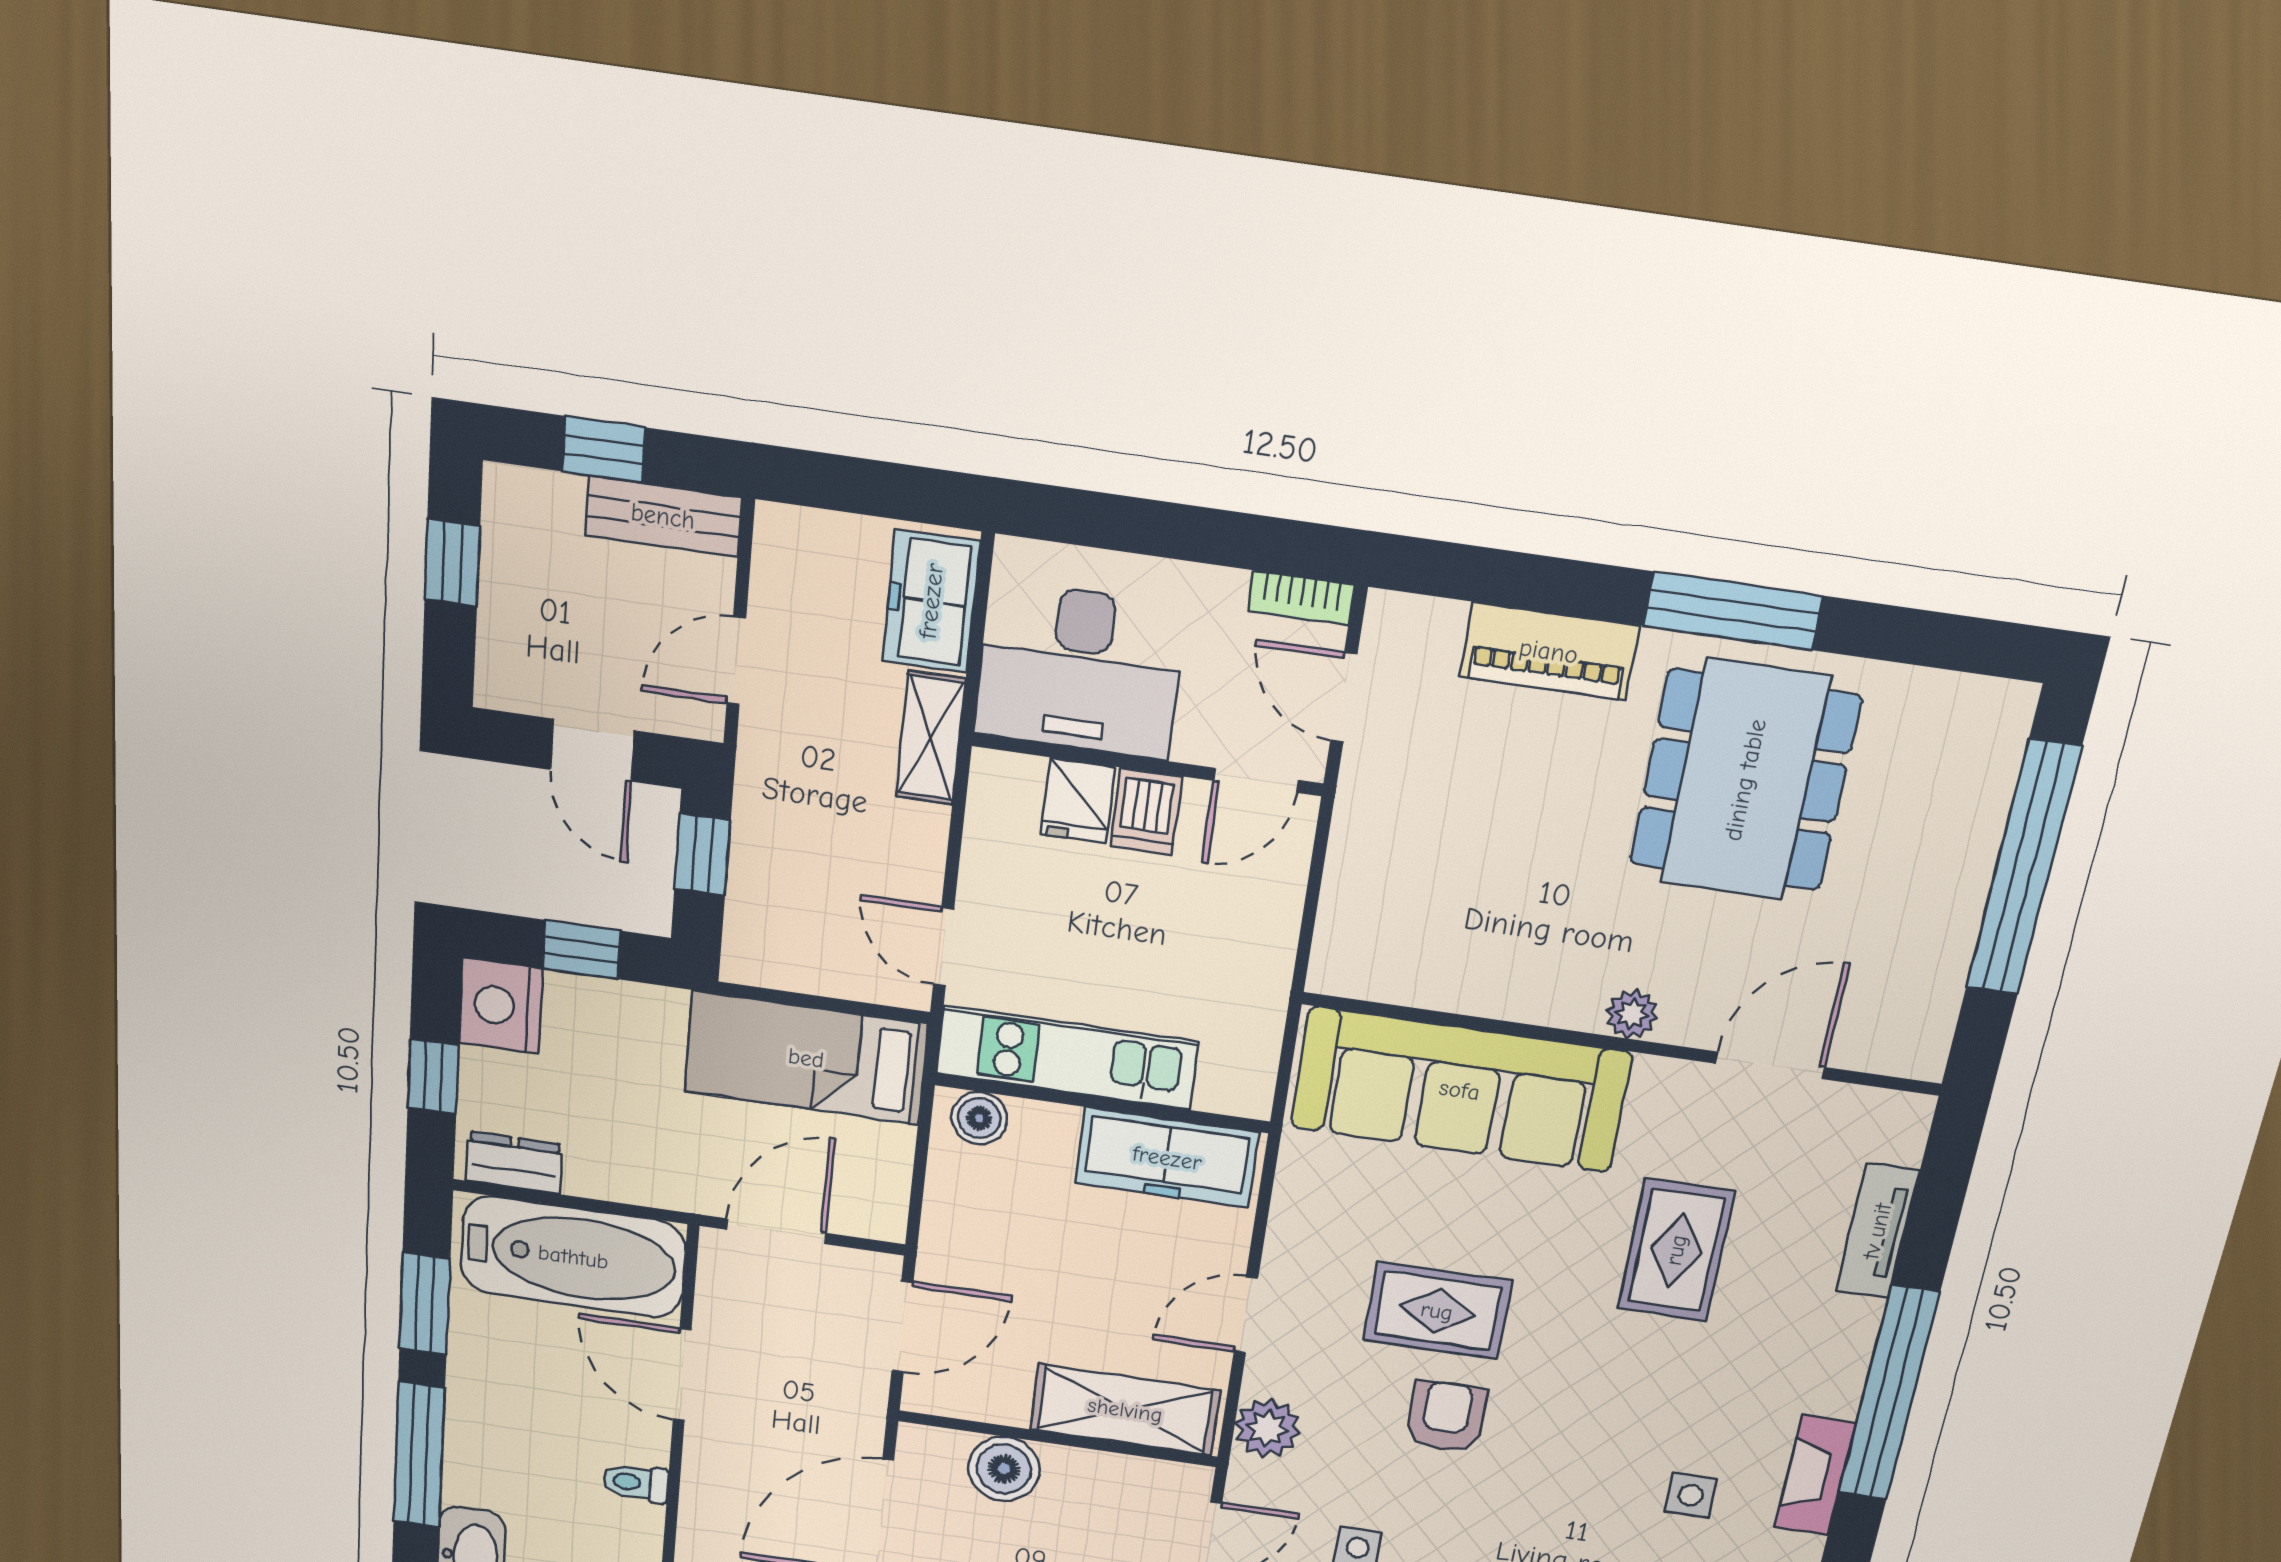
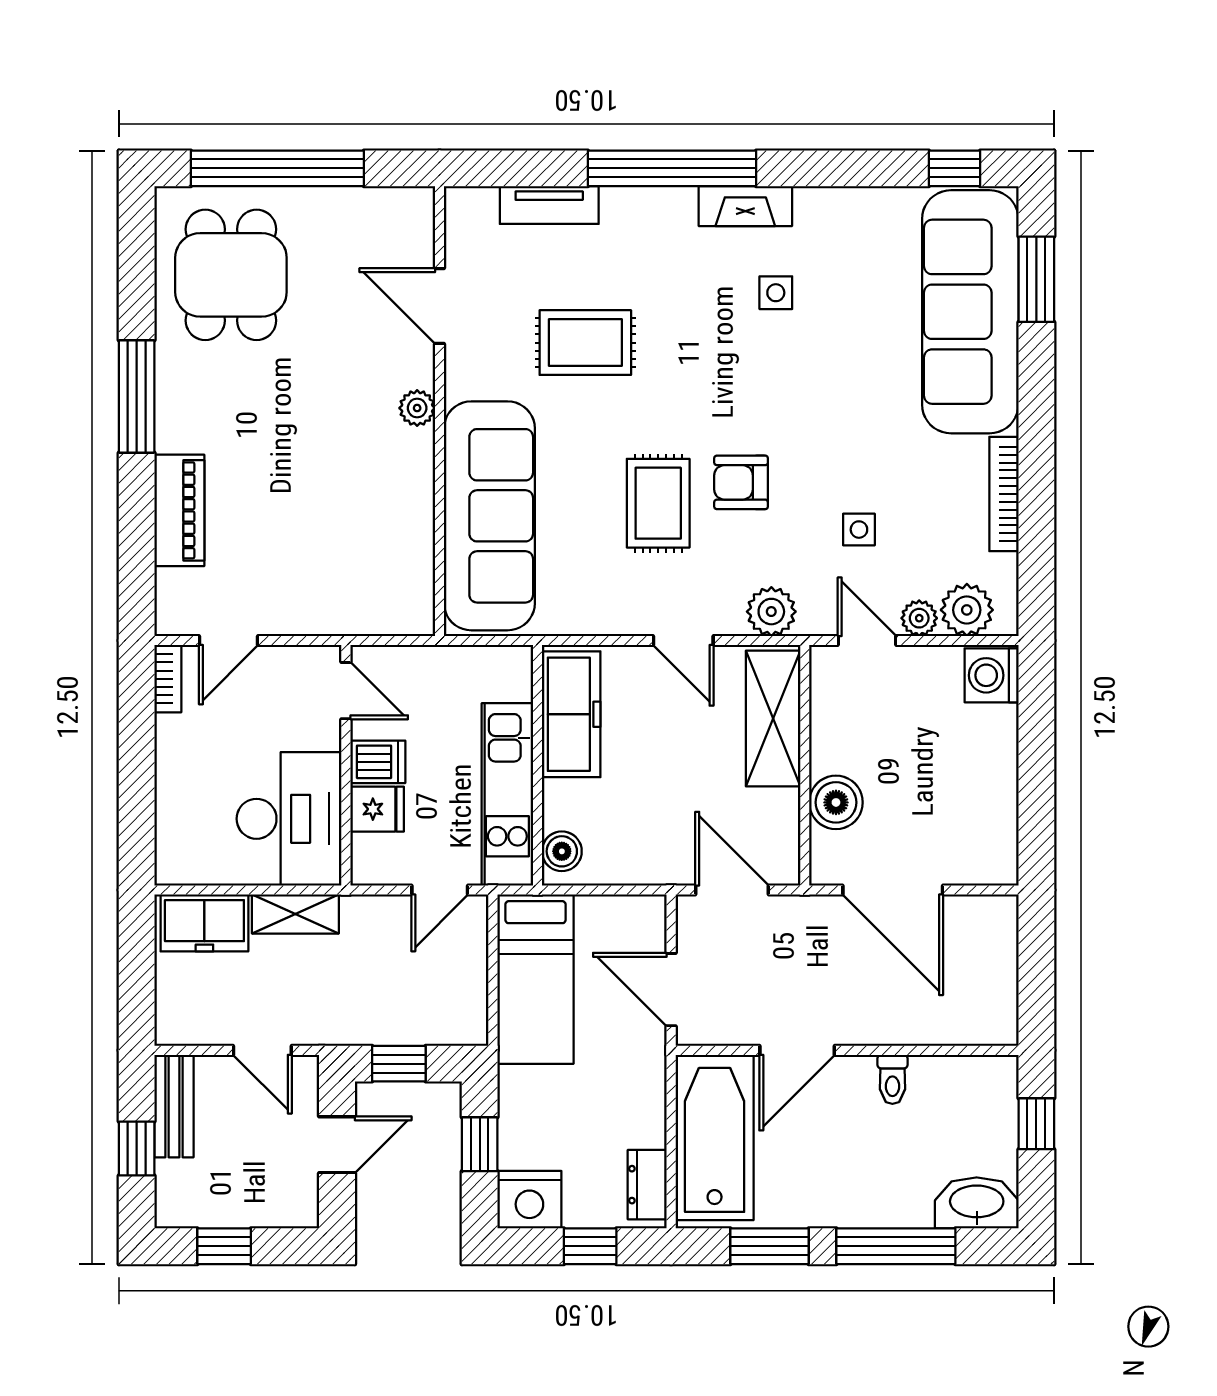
desk: (1080, 670) -> (289, 819), moved
wall: (1147, 765) -> (346, 765), moved
door: (1256, 780) -> (346, 691), moved
dining table: (1745, 780) -> (231, 275), moved, width x0.73
fridge: (1078, 801) -> (377, 809), moved
dishwasher: (1146, 811) -> (378, 762), moved

